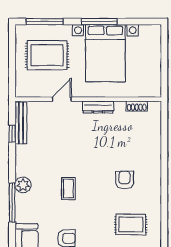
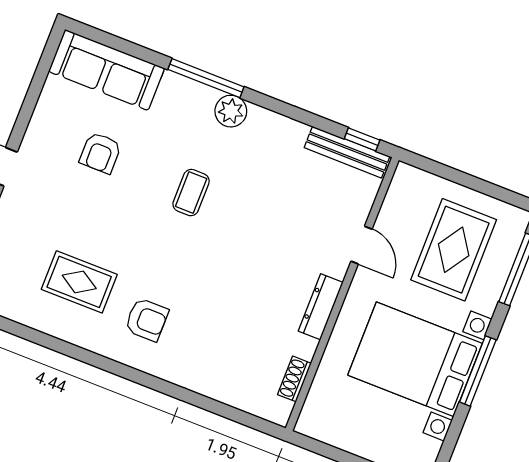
window: (12, 134) -> (362, 139), moved
armchair: (124, 180) -> (147, 320), moved
coffee table: (68, 189) -> (191, 193), turned 90
rug: (131, 225) -> (79, 282), turned 90

